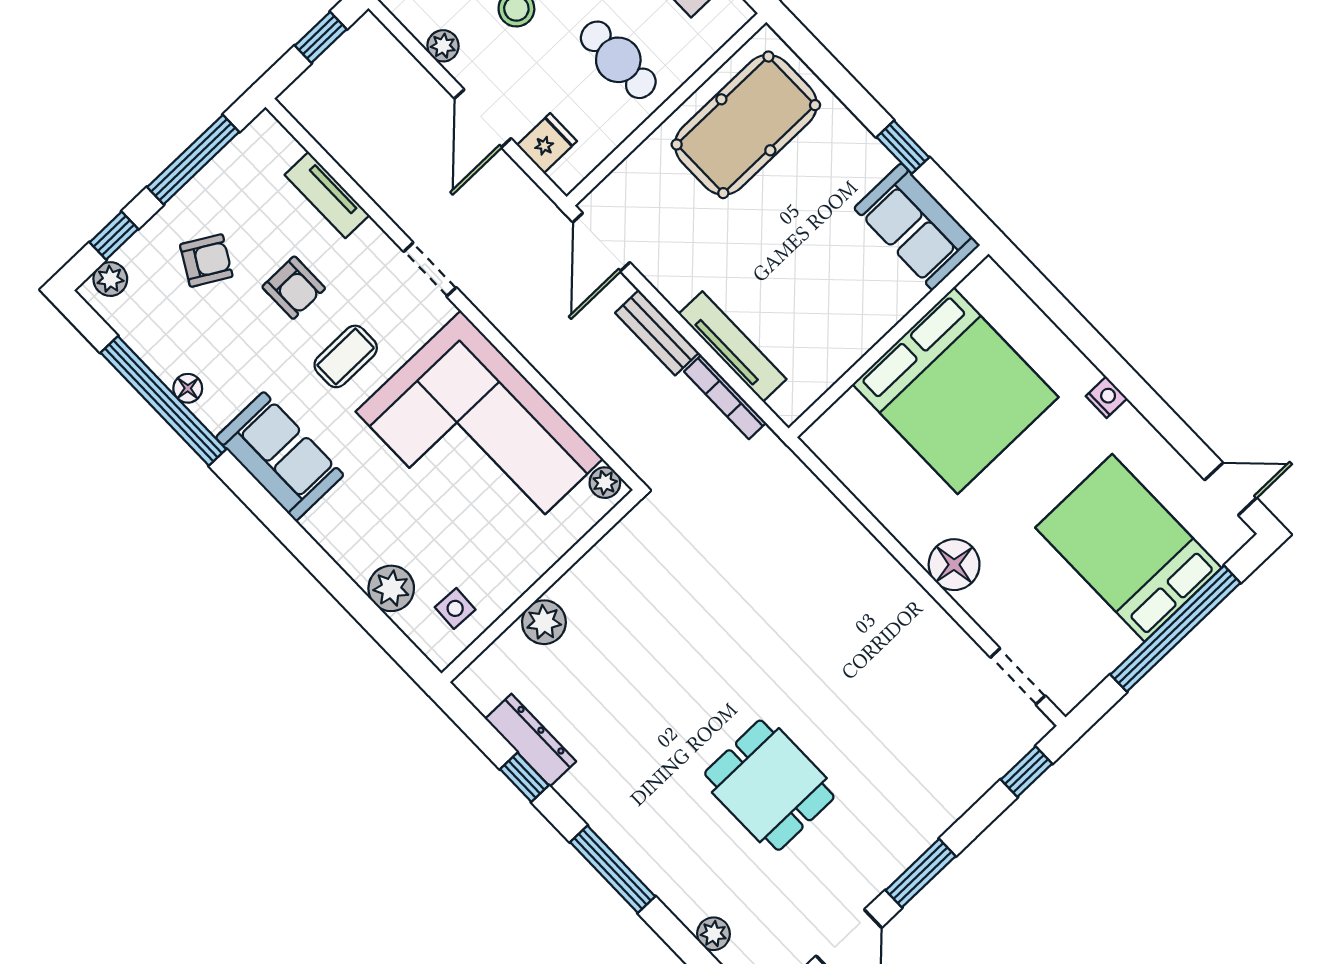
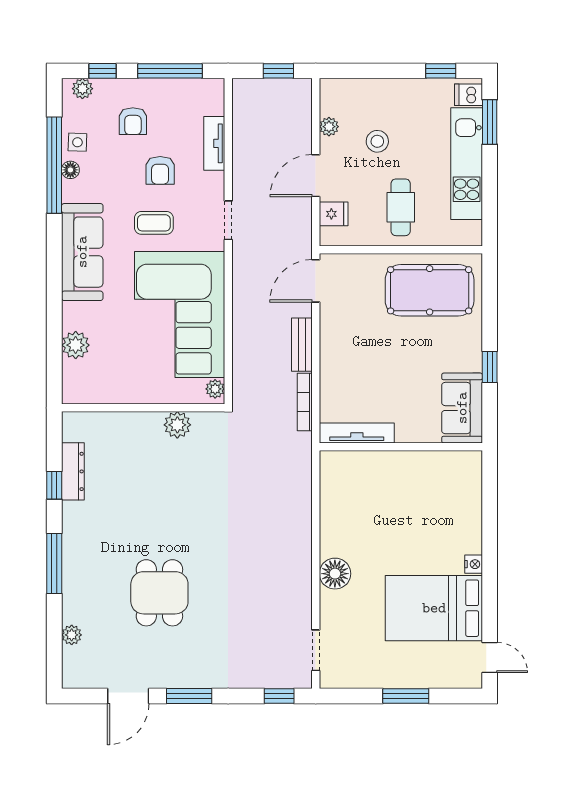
armchair: (206, 261) -> (133, 121), turned 60
tv unit: (733, 346) -> (357, 433), moved, turned -90
bed: (955, 391) -> (409, 497), removed
sofa: (280, 456) -> (82, 252), width x1.36
bed: (1128, 548) -> (434, 608), moved, turned -90
side table: (455, 608) -> (77, 142), moved
plant: (544, 622) -> (177, 425), moved
window: (1175, 629) -> (406, 696), width x0.47

